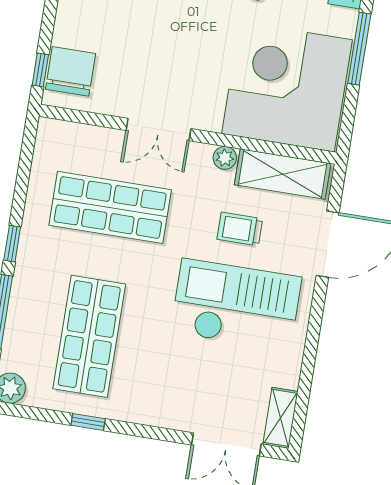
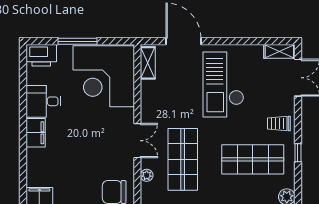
plant: (225, 158) -> (147, 175), moved
shelving: (283, 174) -> (148, 63), width x0.67, depth x0.75
trolley: (240, 229) -> (279, 123), moved, turned 90

